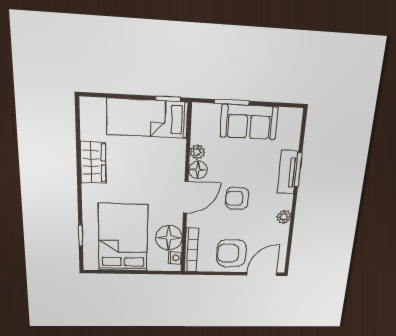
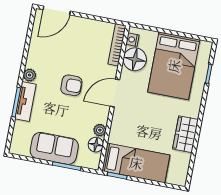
floor lamp: (198, 170) -> (96, 145), moved
plant: (284, 217) -> (30, 75), moved
armchair: (231, 253) -> (82, 35), removed

